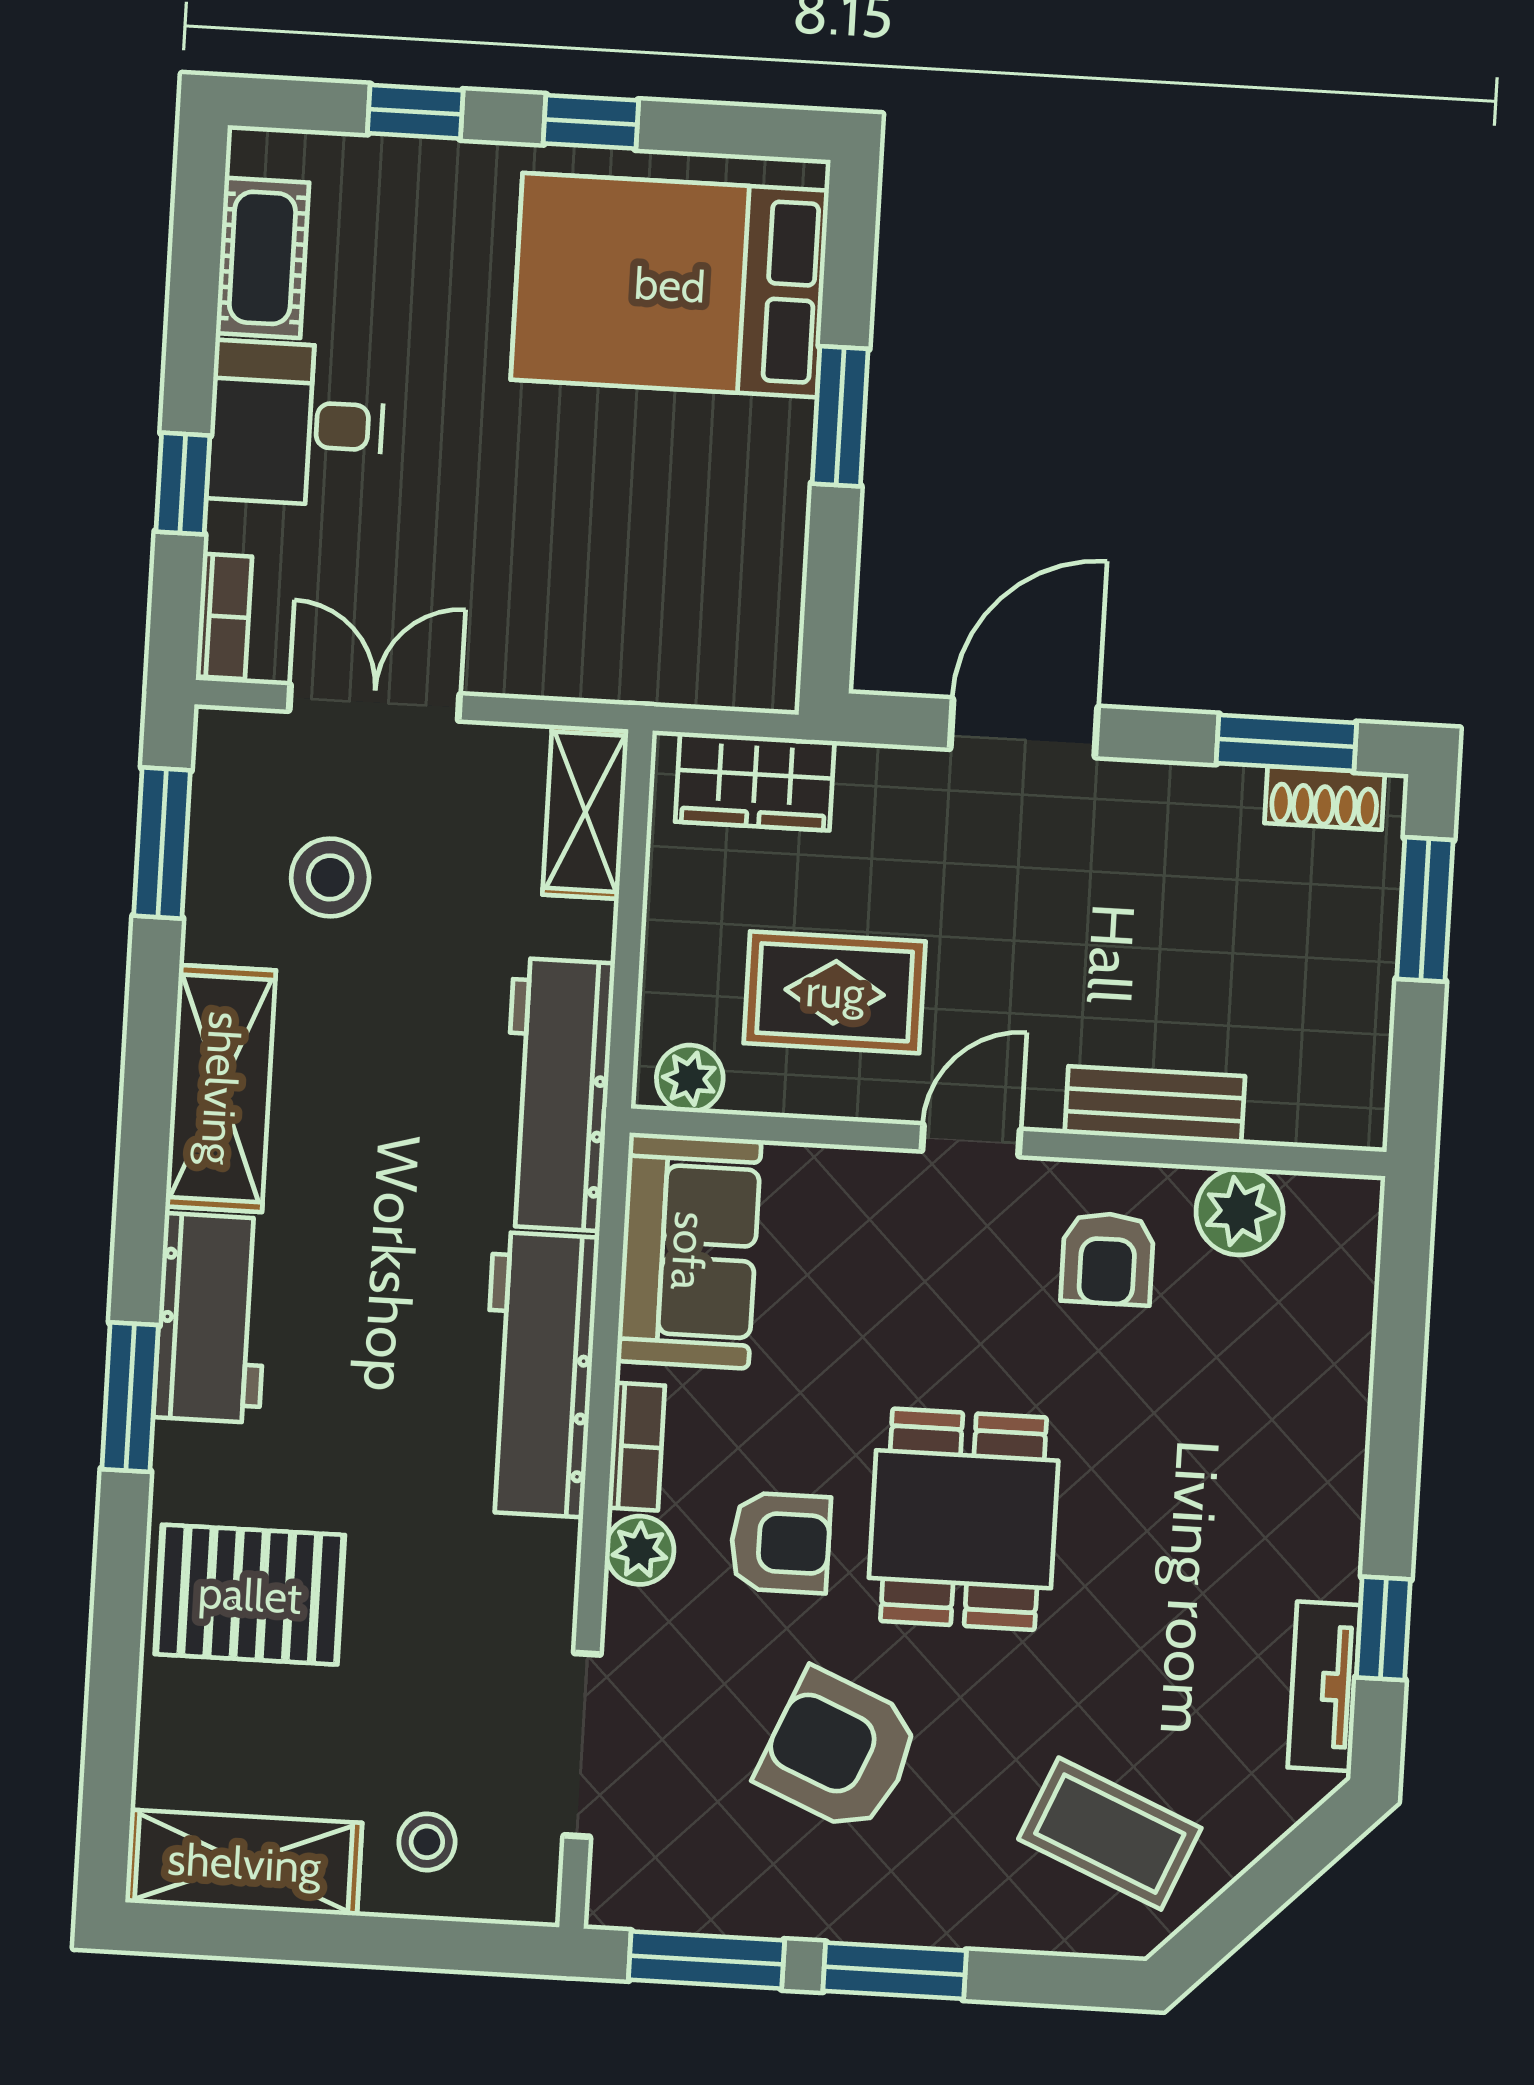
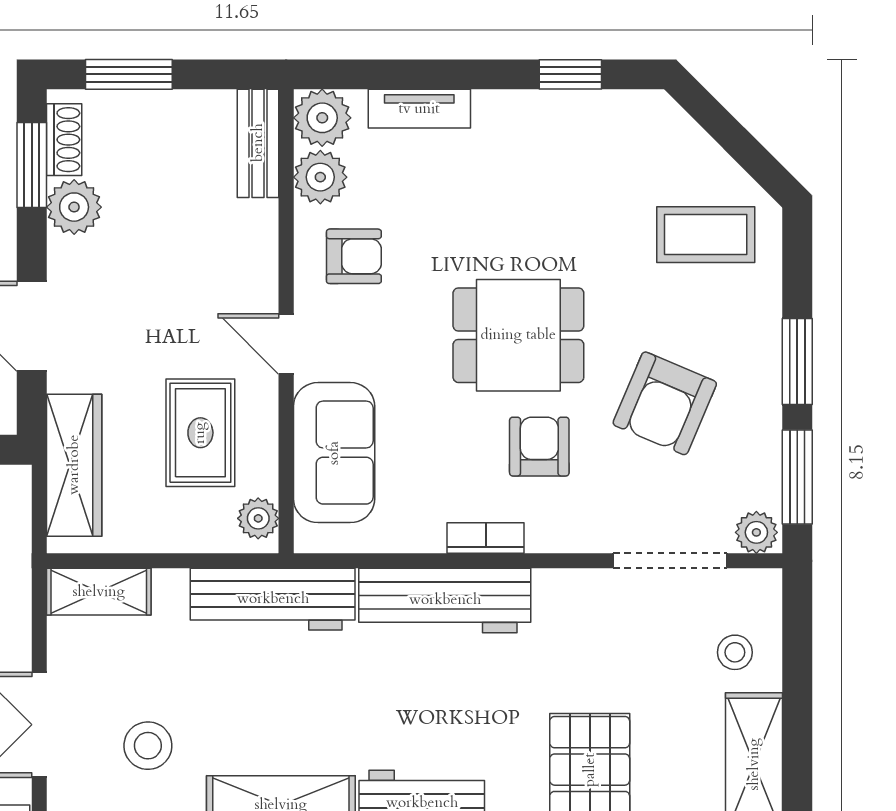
wardrobe: (755, 781) -> (74, 465), width x1.50
plant: (1214, 808) -> (74, 207), added
bench: (1155, 1105) -> (258, 143), moved
plant: (1336, 1220) -> (322, 118), added
sofa: (689, 1251) -> (334, 453), moved, turned 90
plant: (640, 1550) -> (756, 532), moved
tv unit: (1324, 1686) -> (419, 109), moved
coffee table: (1110, 1834) -> (706, 235), turned 67

